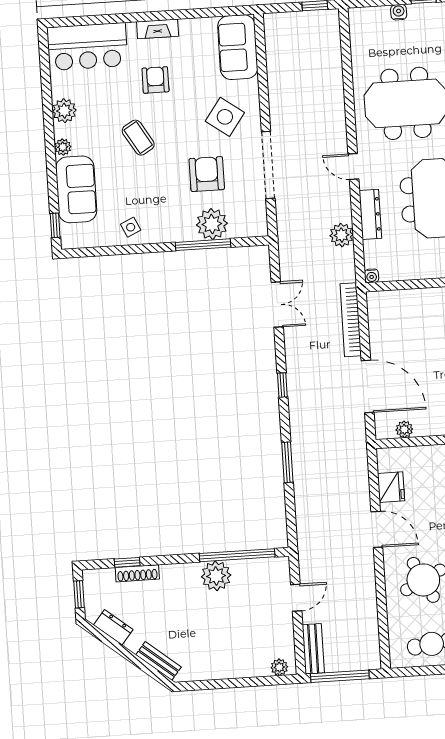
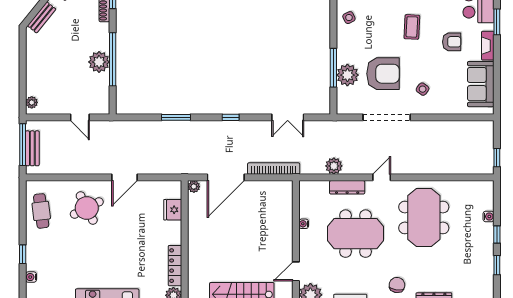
window: (123, 18) -> (497, 22), added
sofa: (238, 47) -> (481, 84), moved, turned -90
side table: (225, 117) -> (423, 89), width x0.54, depth x0.54
coffee table: (138, 138) -> (412, 27), turned -56
armchair: (207, 174) -> (383, 74), width x1.36, depth x1.36
water cooler: (372, 276) -> (304, 224), moved
plant: (404, 429) -> (194, 187), moved
fridge: (391, 487) -> (173, 210), moved, turned 90
window: (237, 555) -> (113, 59), moved
bench: (313, 649) -> (32, 148), moved, turned 90

